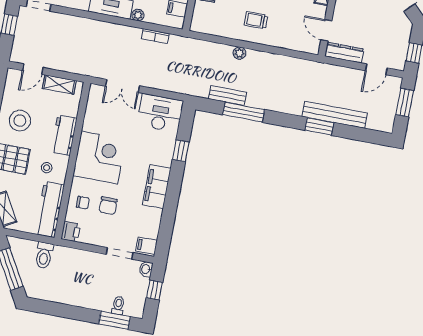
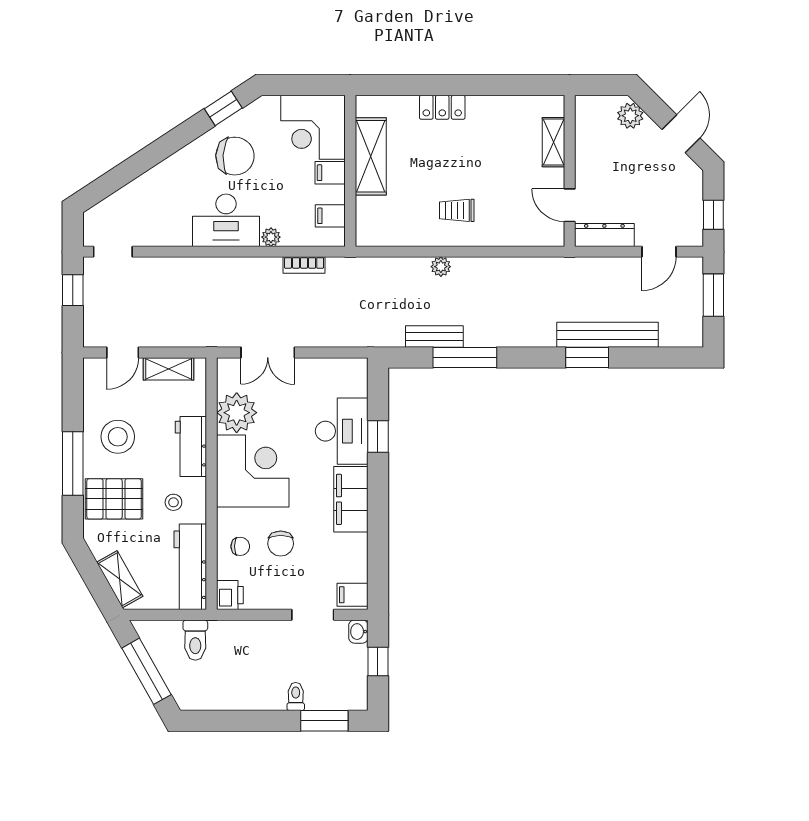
desk: (160, 113) -> (342, 431), moved, turned 90
plant: (96, 120) -> (237, 413), added
toilet: (118, 305) -> (296, 696), moved

